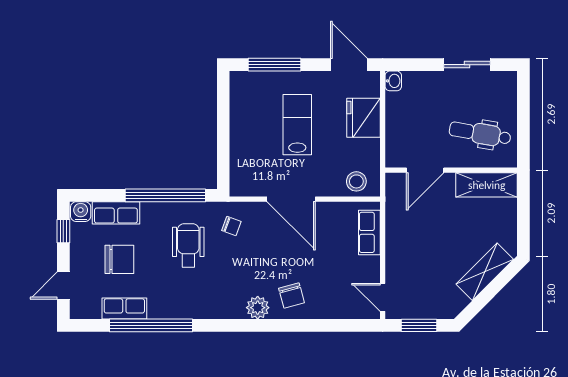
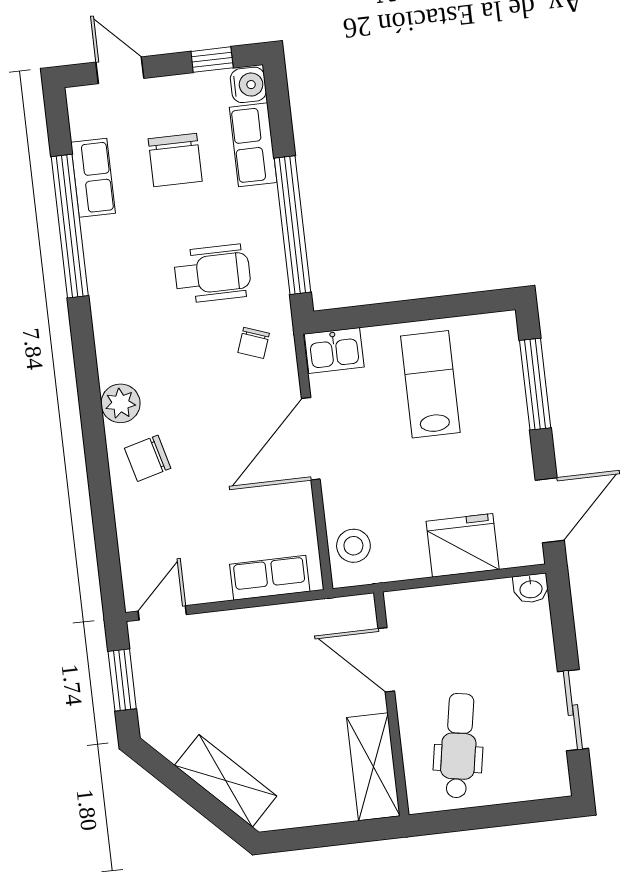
lab bench: (297, 125) -> (430, 384), moved, turned -90
kitchen sink: (241, 179) -> (334, 350), added

